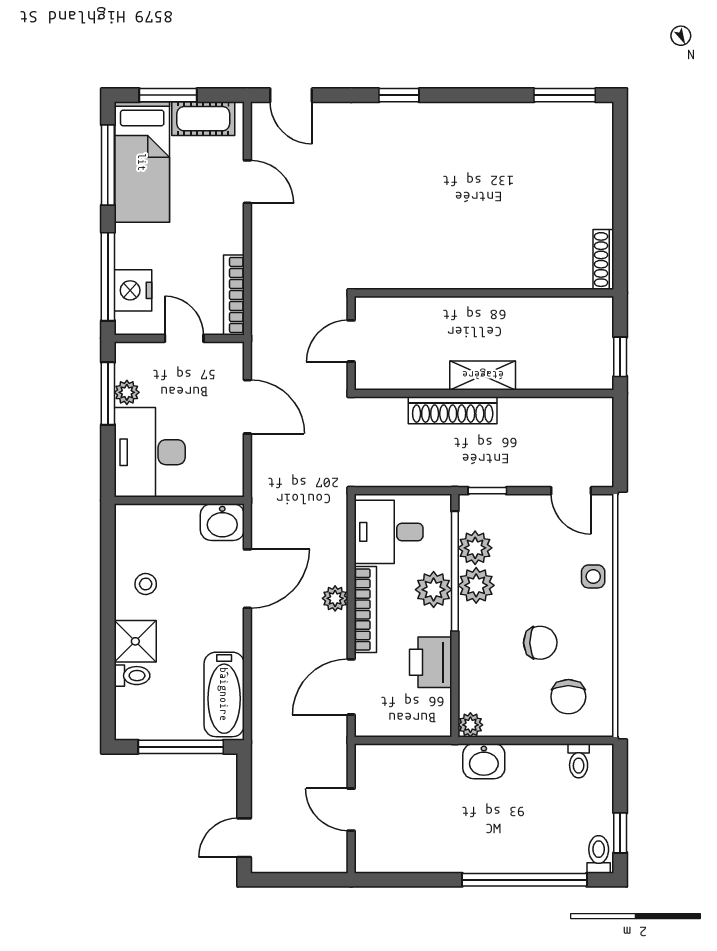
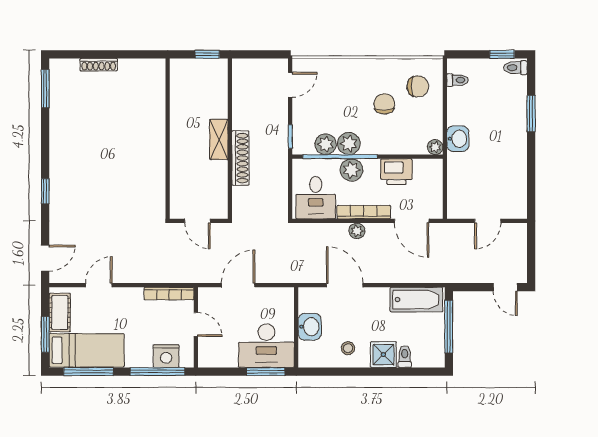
shoe rack: (603, 260) -> (99, 65), moved
door: (184, 338) -> (196, 324), swing flipped
plant: (127, 392) -> (229, 360), removed
window: (108, 394) -> (266, 372), moved
washbasin: (222, 522) -> (310, 327), moved
side table: (593, 576) -> (343, 71), removed
window: (524, 880) -> (531, 114), width x0.47

